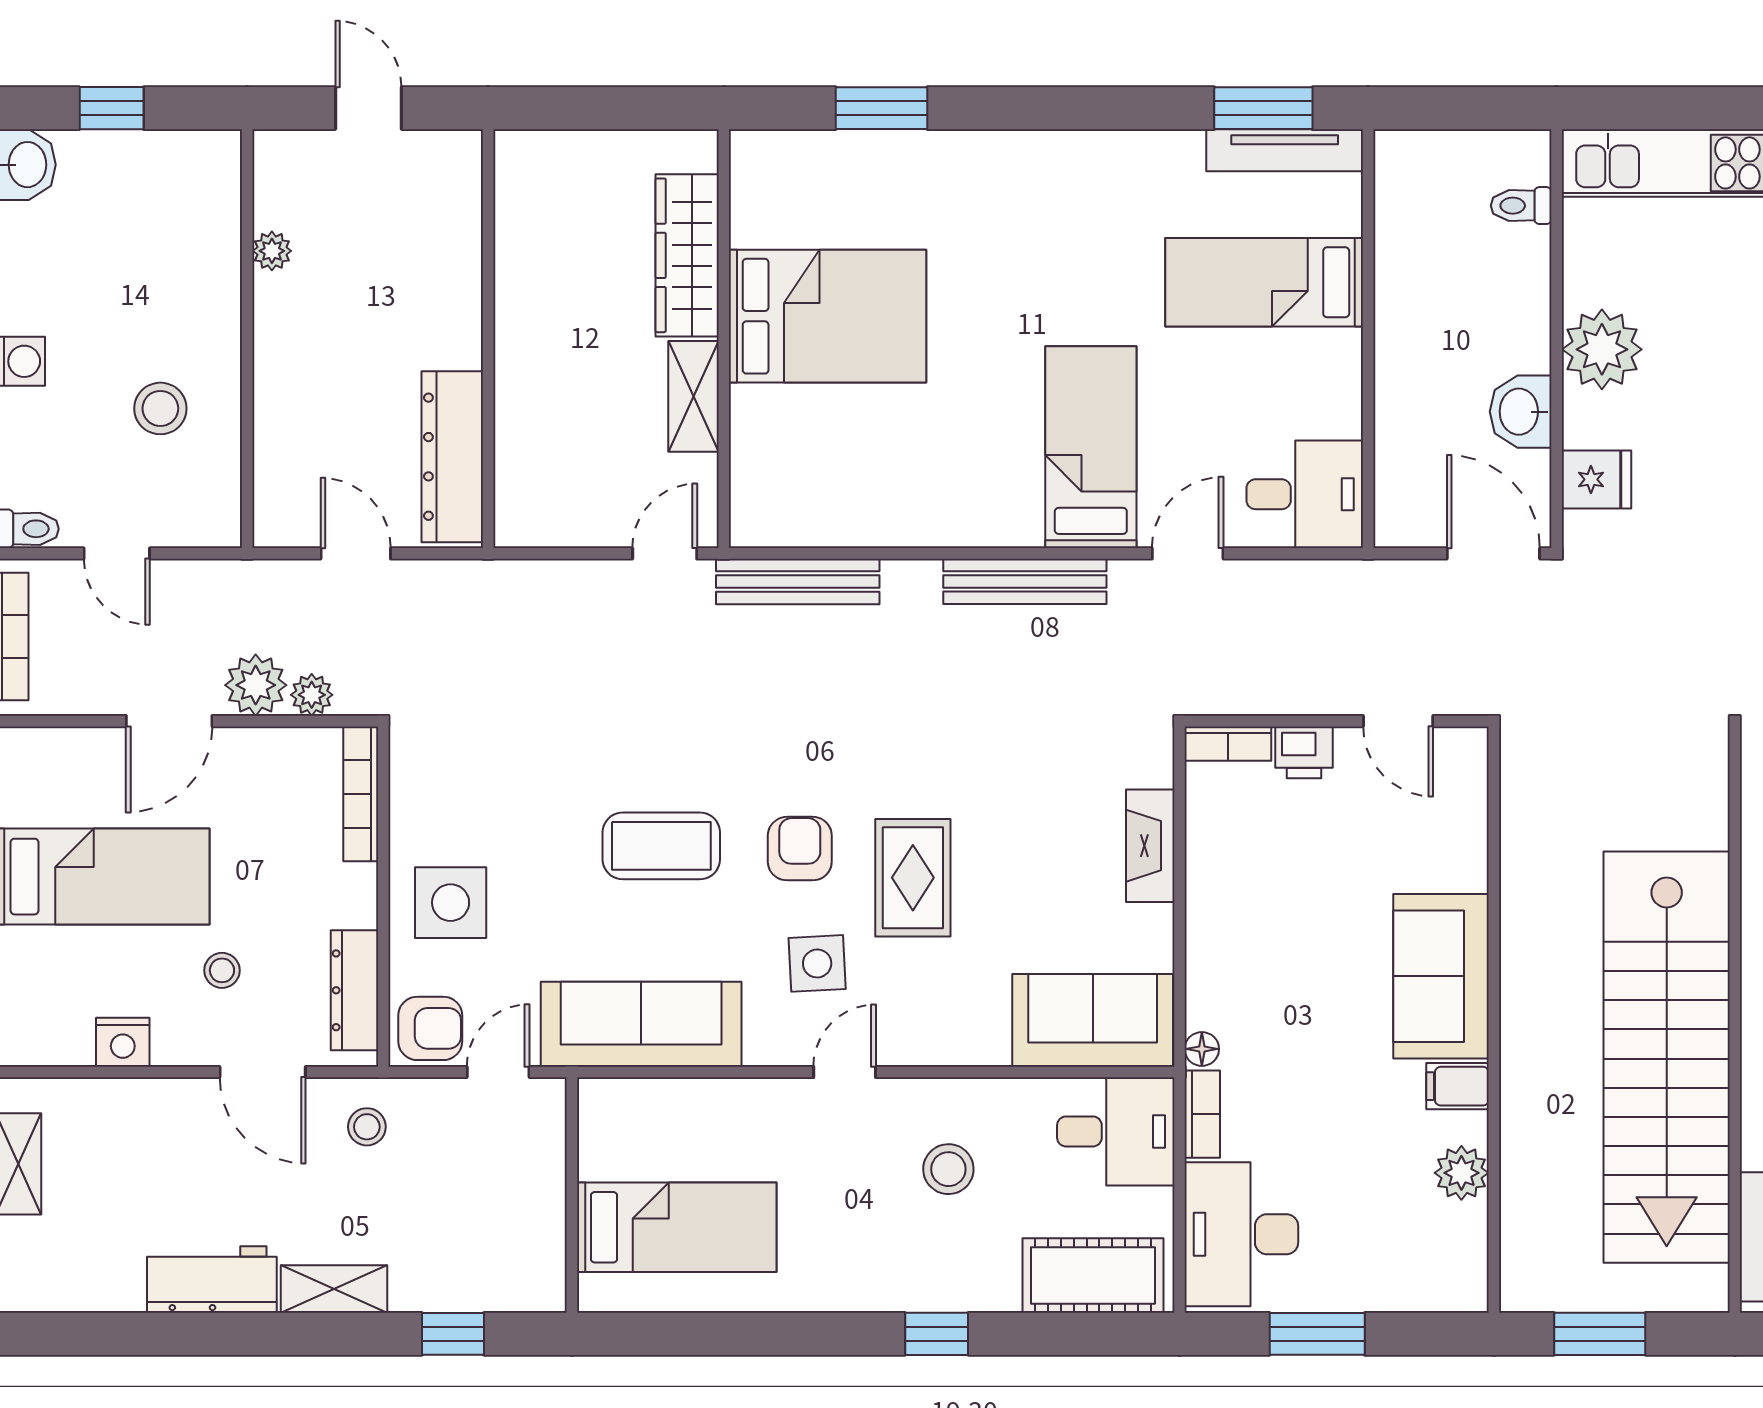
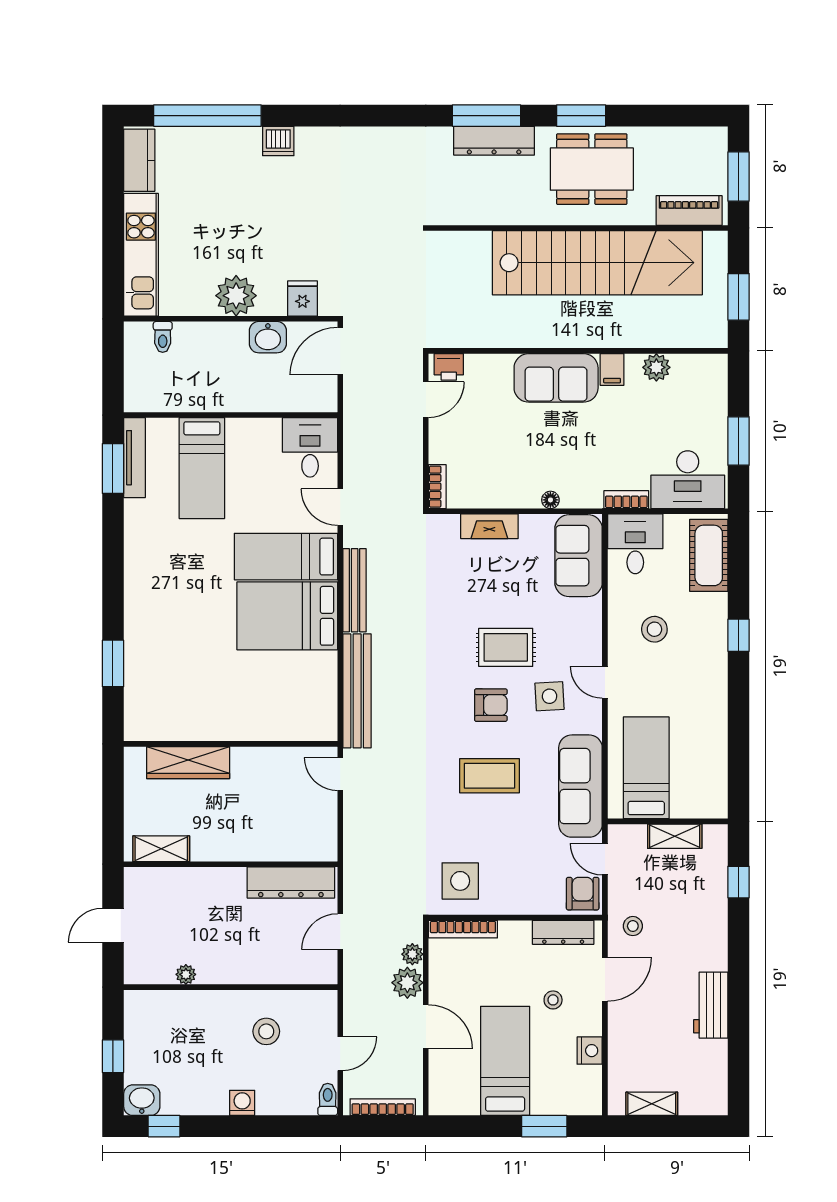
bed: (828, 316) -> (287, 616), moved, turned -90
shelving: (694, 396) -> (161, 849), moved
bench: (798, 581) -> (357, 691), width x1.37, depth x1.21
printer: (1304, 752) -> (449, 367), moved, turned 90
coffee table: (661, 846) -> (489, 776), turned 90
armchair: (800, 849) -> (491, 705), turned 180
side table: (451, 903) -> (460, 881), moved
floor lamp: (1202, 1049) -> (550, 500), moved
bed: (677, 1227) -> (646, 768), moved
shelving: (334, 1289) -> (675, 836), moved, turned 90

